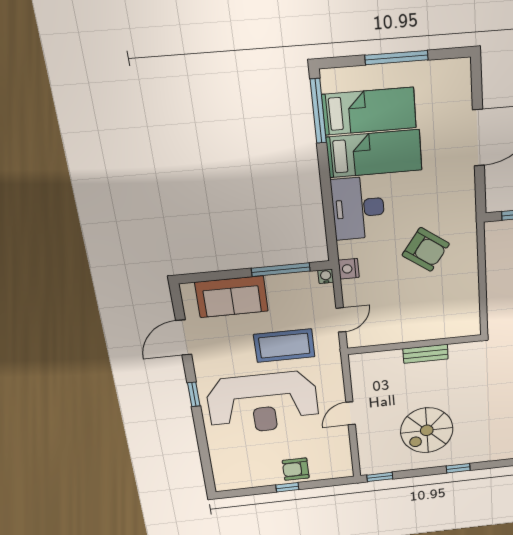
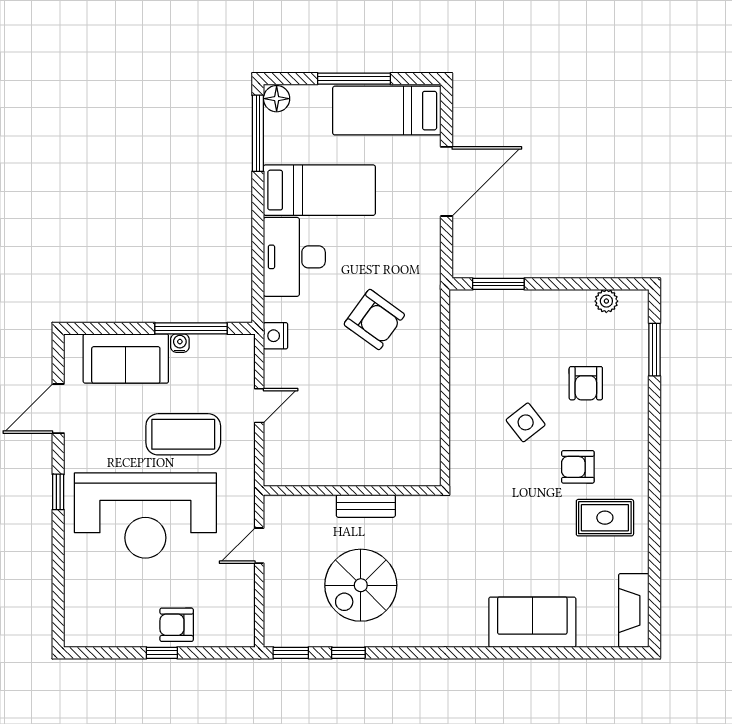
floor lamp: (331, 80) -> (277, 99), added
bed: (369, 111) -> (387, 111), moved, turned 180
water cooler: (326, 276) -> (180, 343), moved
wall: (415, 344) -> (352, 491), moved
bench: (426, 354) -> (366, 506), moved
window: (458, 468) -> (348, 653), moved

